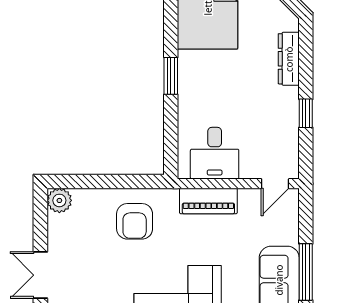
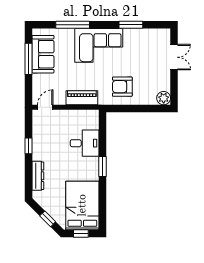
desk: (215, 153) -> (85, 143), moved, turned 90
armchair: (135, 221) -> (122, 87), turned -90

